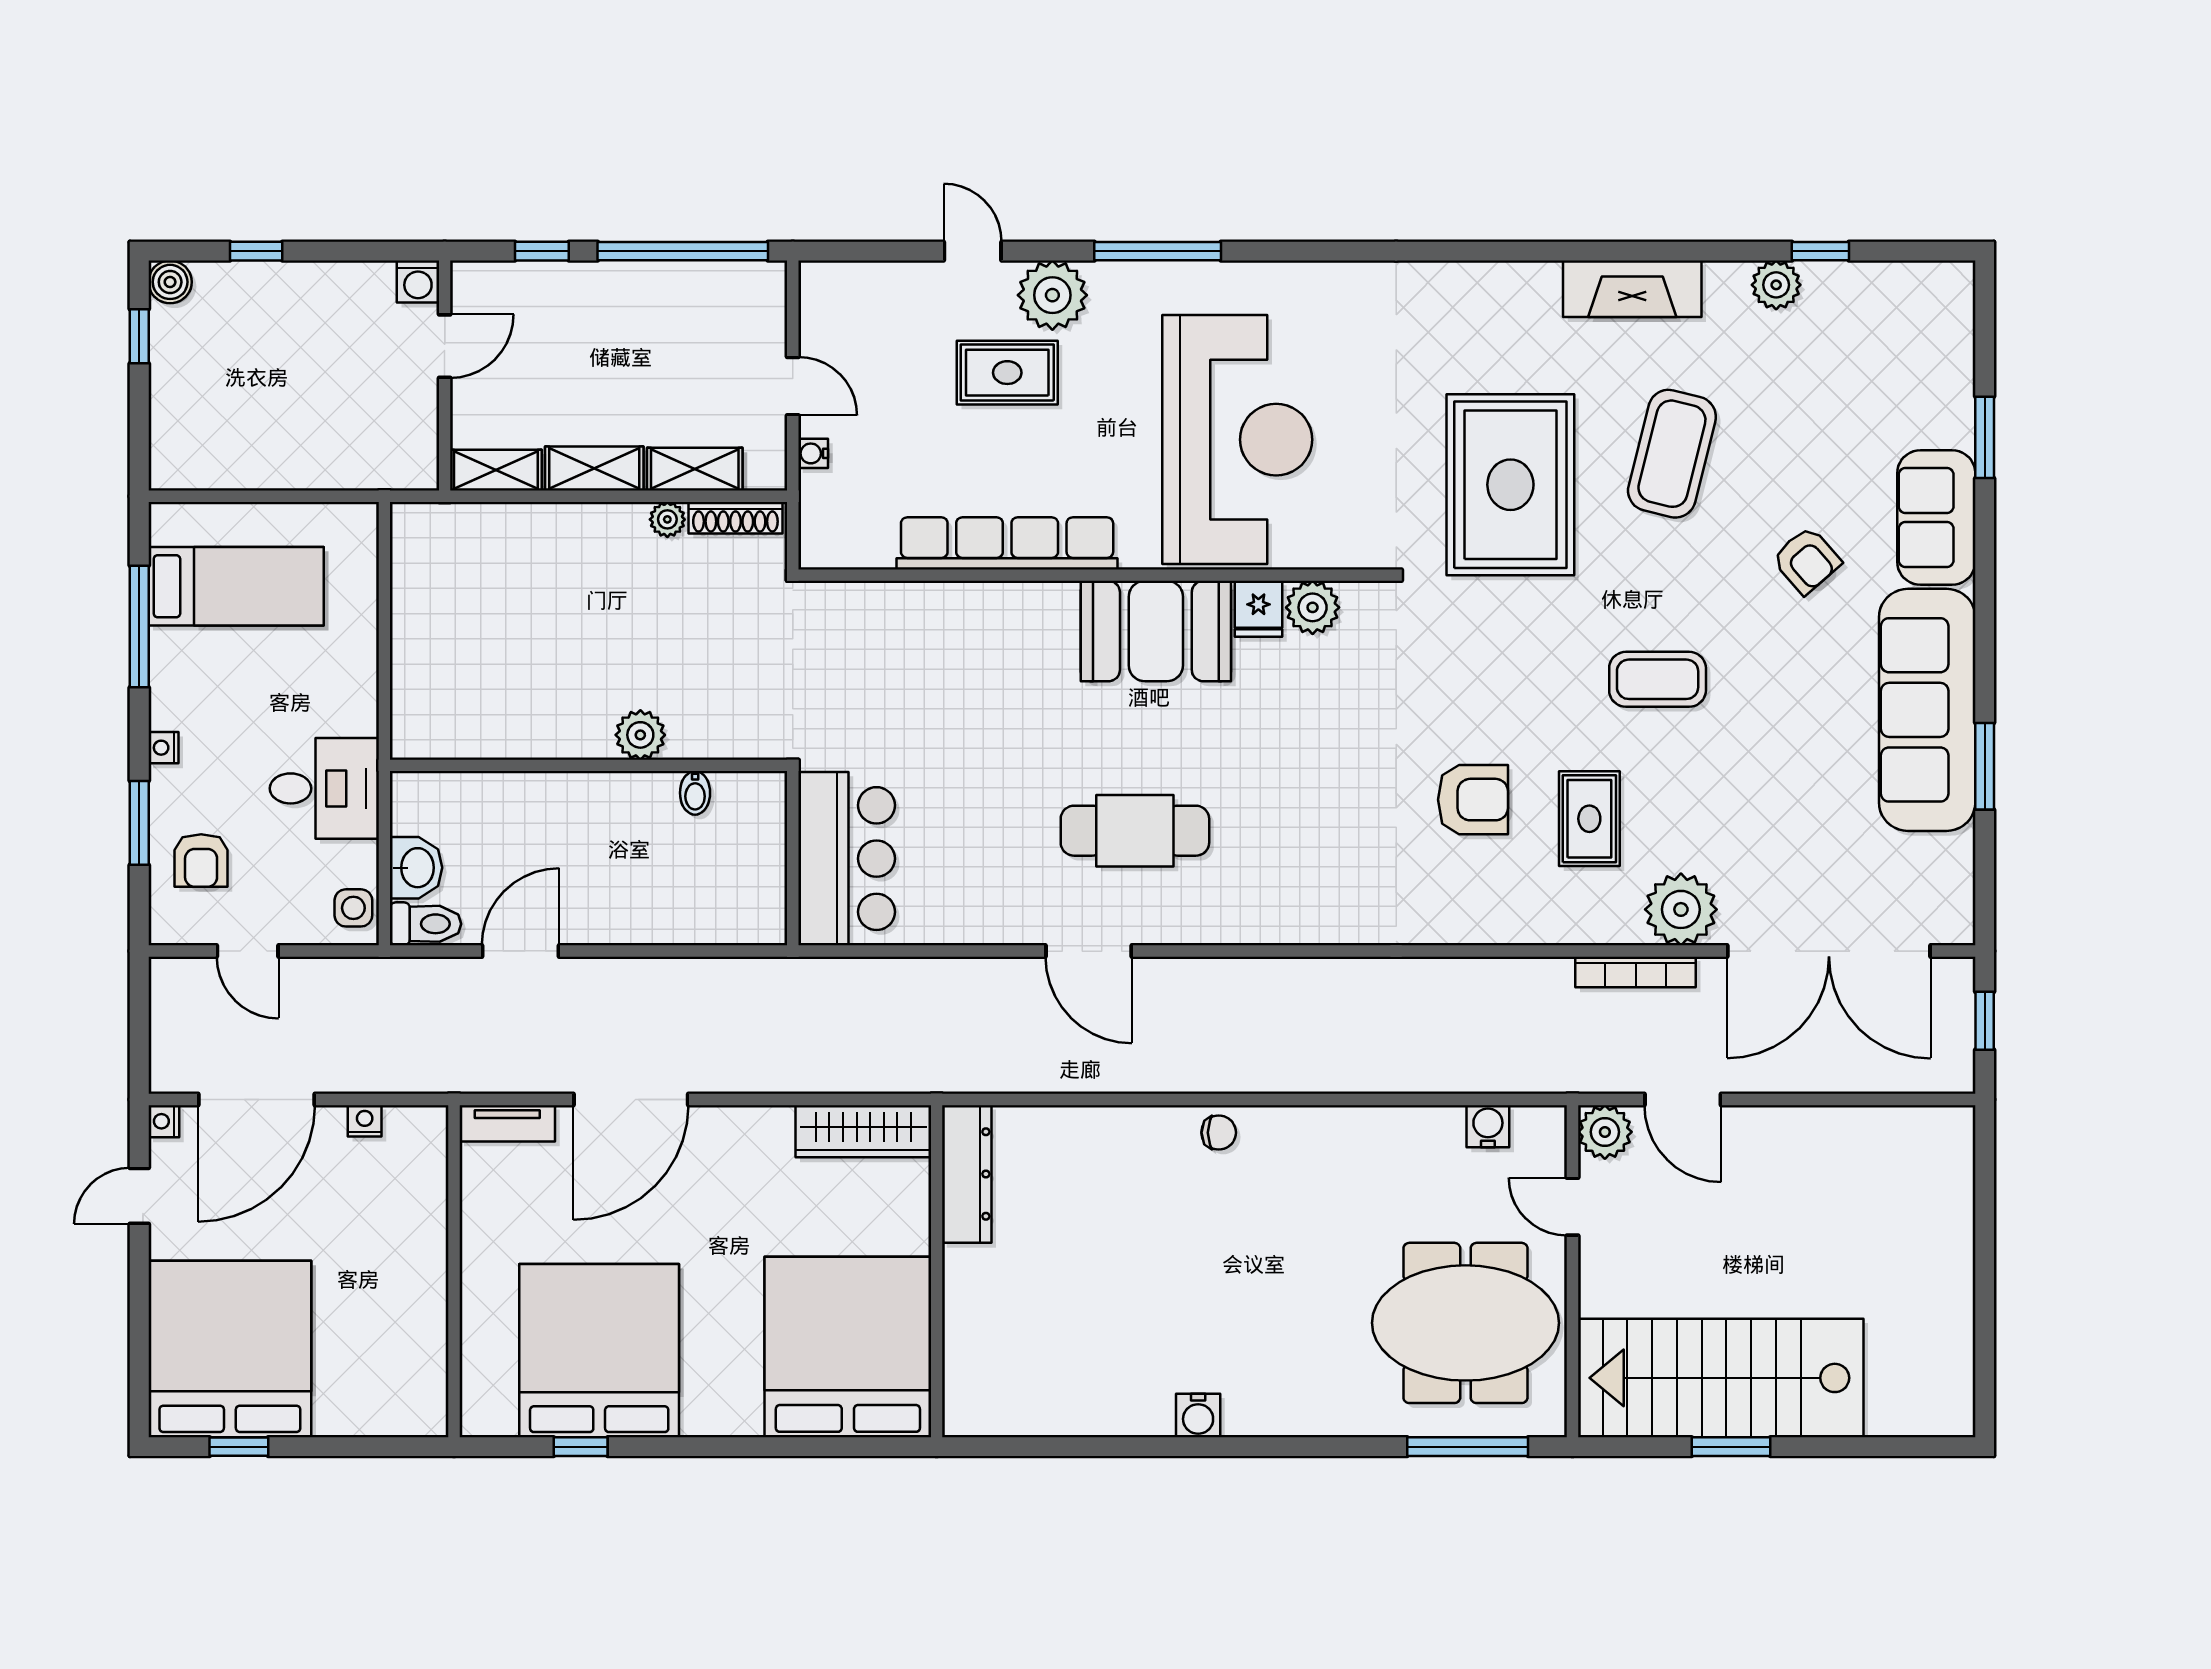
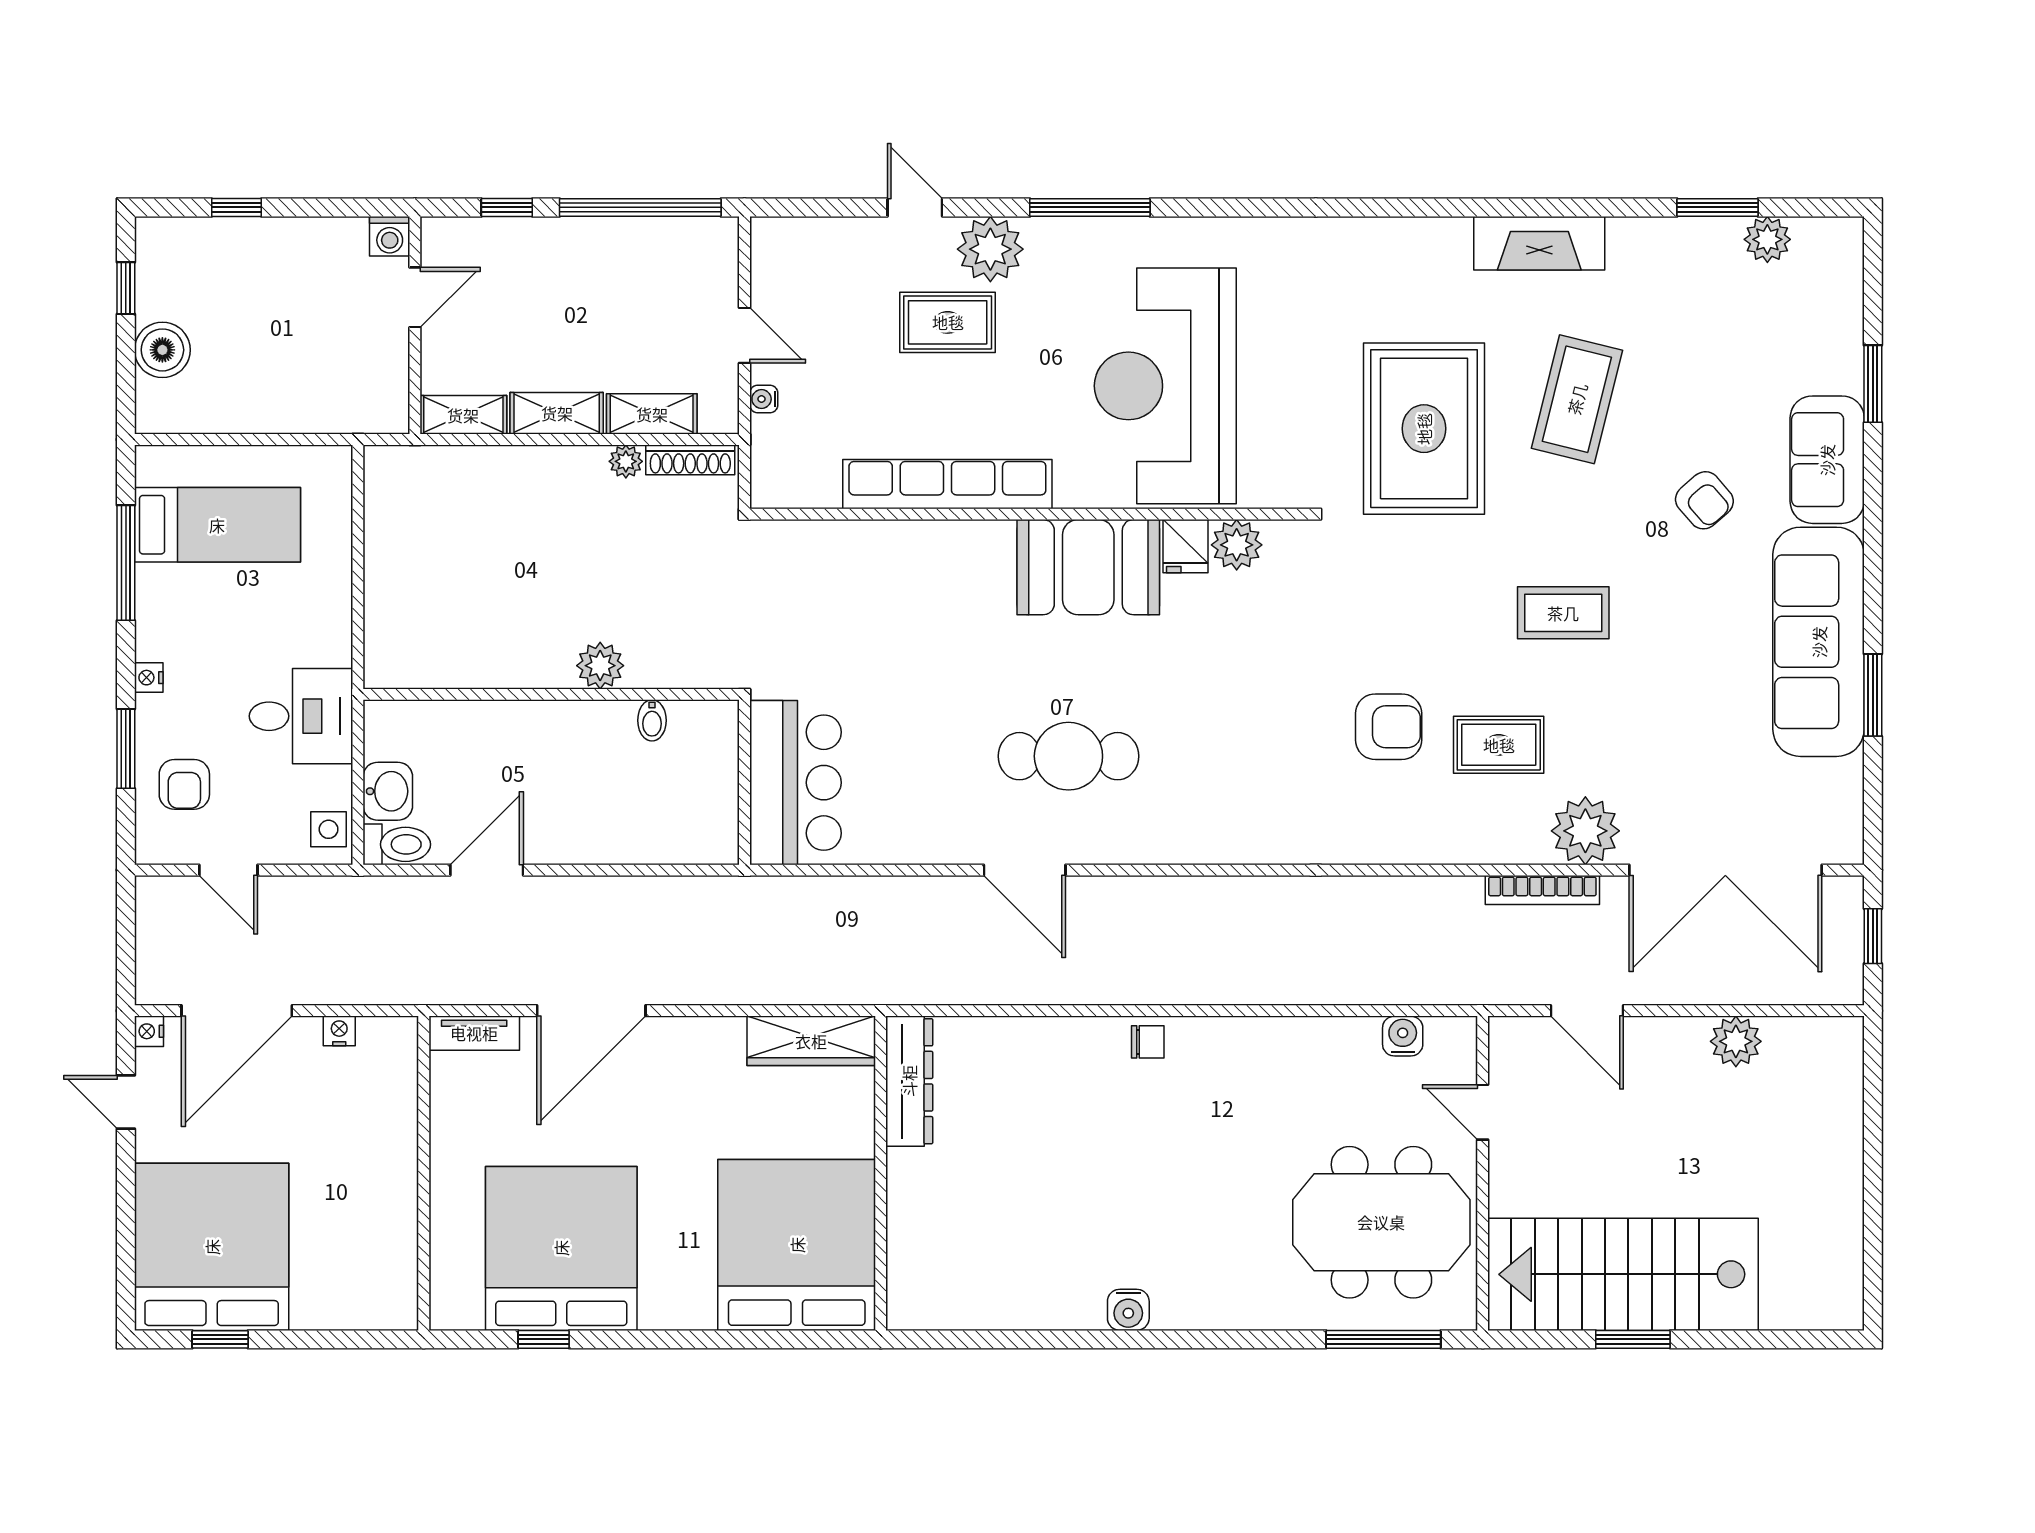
window: (1820, 251) -> (1717, 207), width x1.50
boiler: (170, 282) -> (162, 350), moved, width x1.36, depth x1.36
plant: (1776, 285) -> (1767, 239), moved
reception desk: (1237, 440) -> (1165, 386), turned 180
rug: (1589, 819) -> (1499, 745), turned 90
plant: (1605, 1132) -> (1736, 1041), moved
door: (139, 1196) -> (126, 1102), hinge flipped

